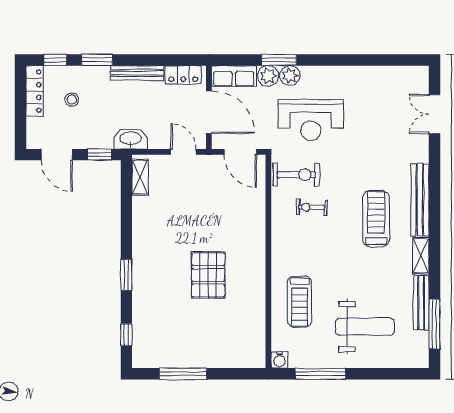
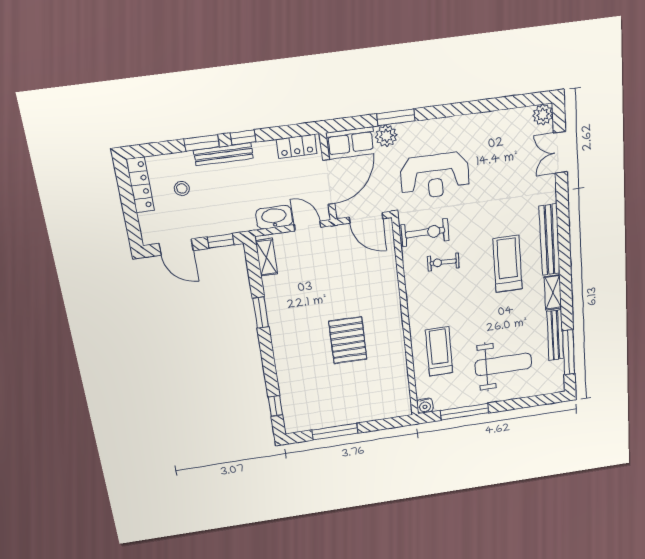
window: (55, 60) -> (243, 137), moved
bench: (137, 73) -> (223, 154), moved
plant: (290, 76) -> (543, 115), moved
door: (209, 112) -> (329, 182), hinge flipped
washbasin: (131, 139) -> (274, 217), moved
window: (126, 275) -> (261, 313), moved
treadmill: (300, 302) -> (439, 351), turned 180

